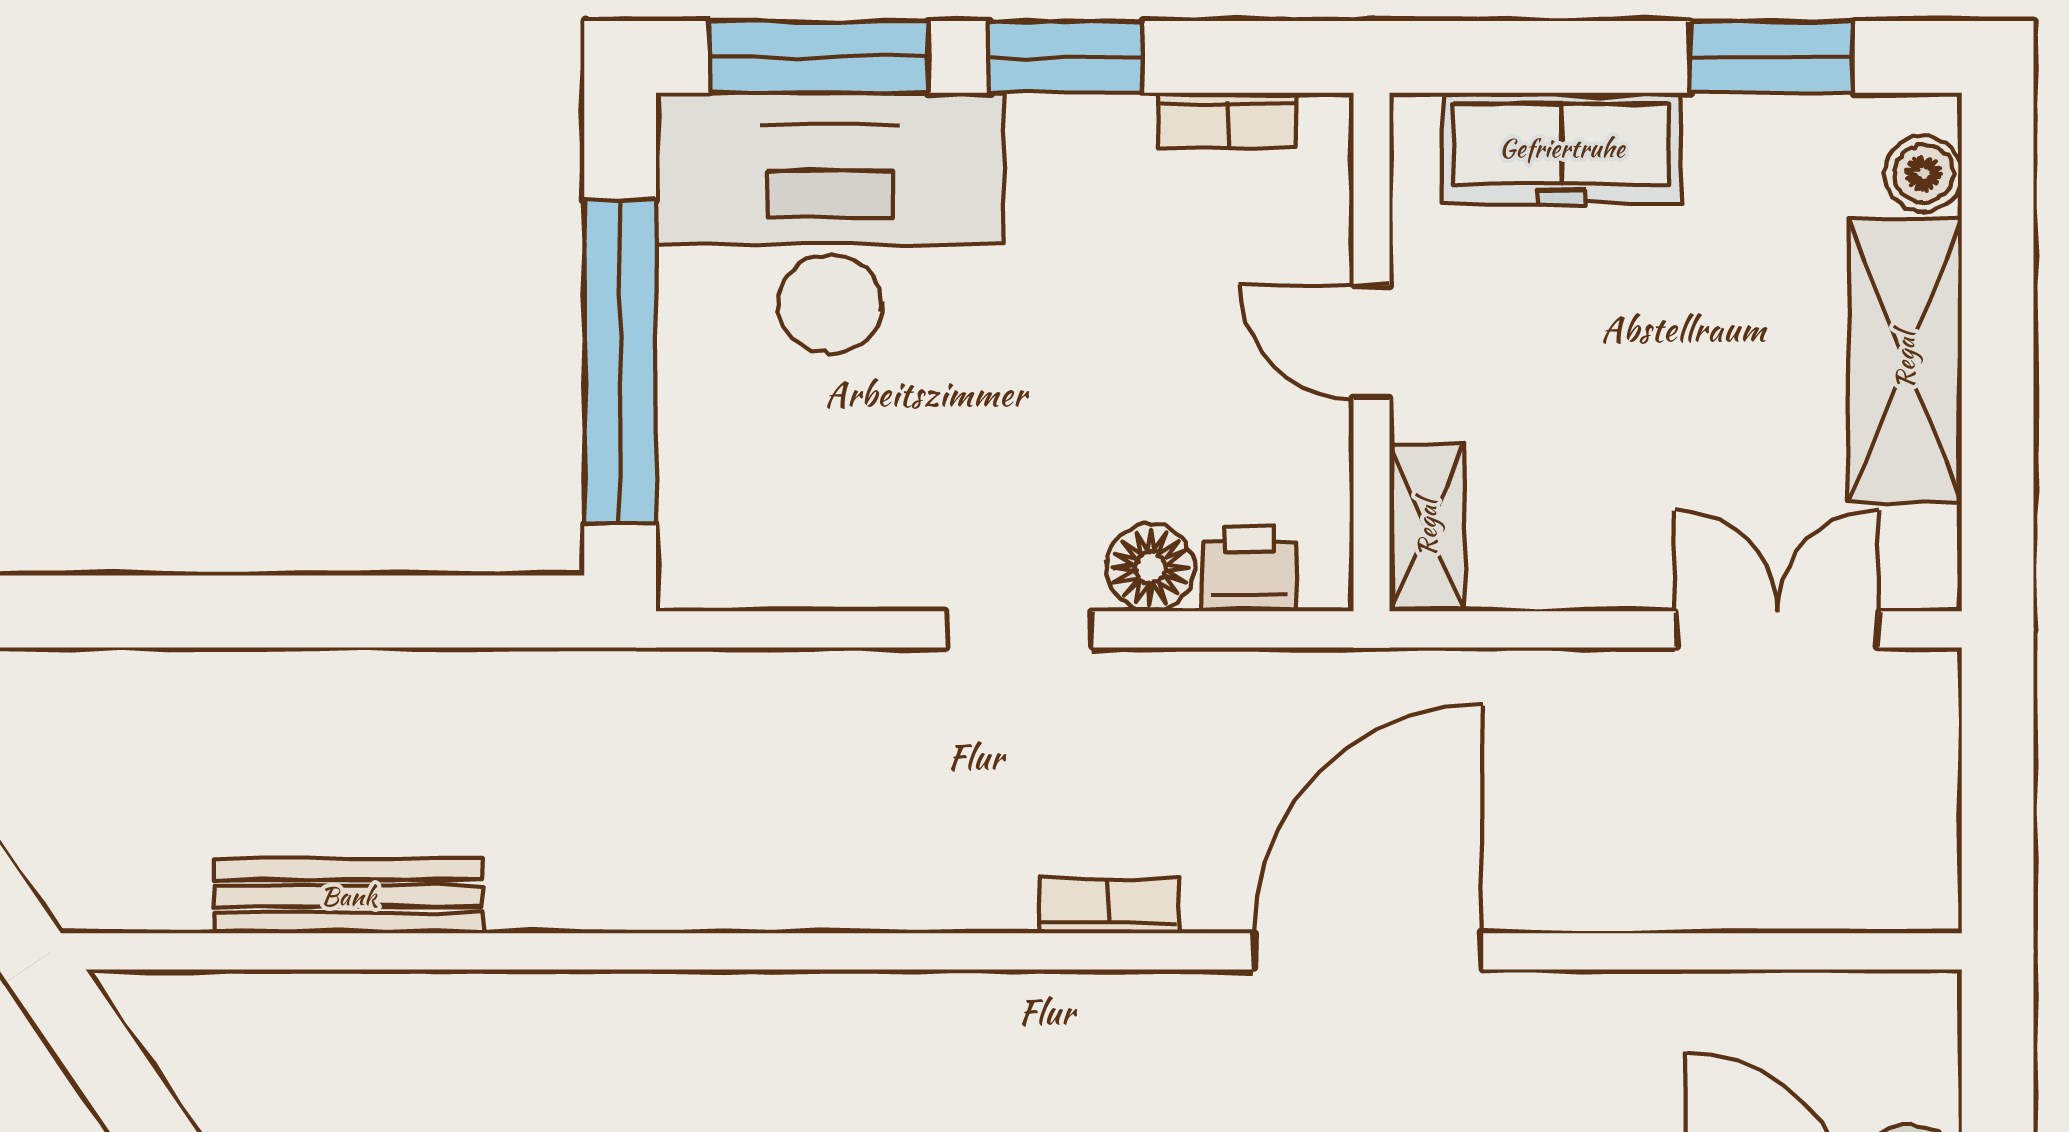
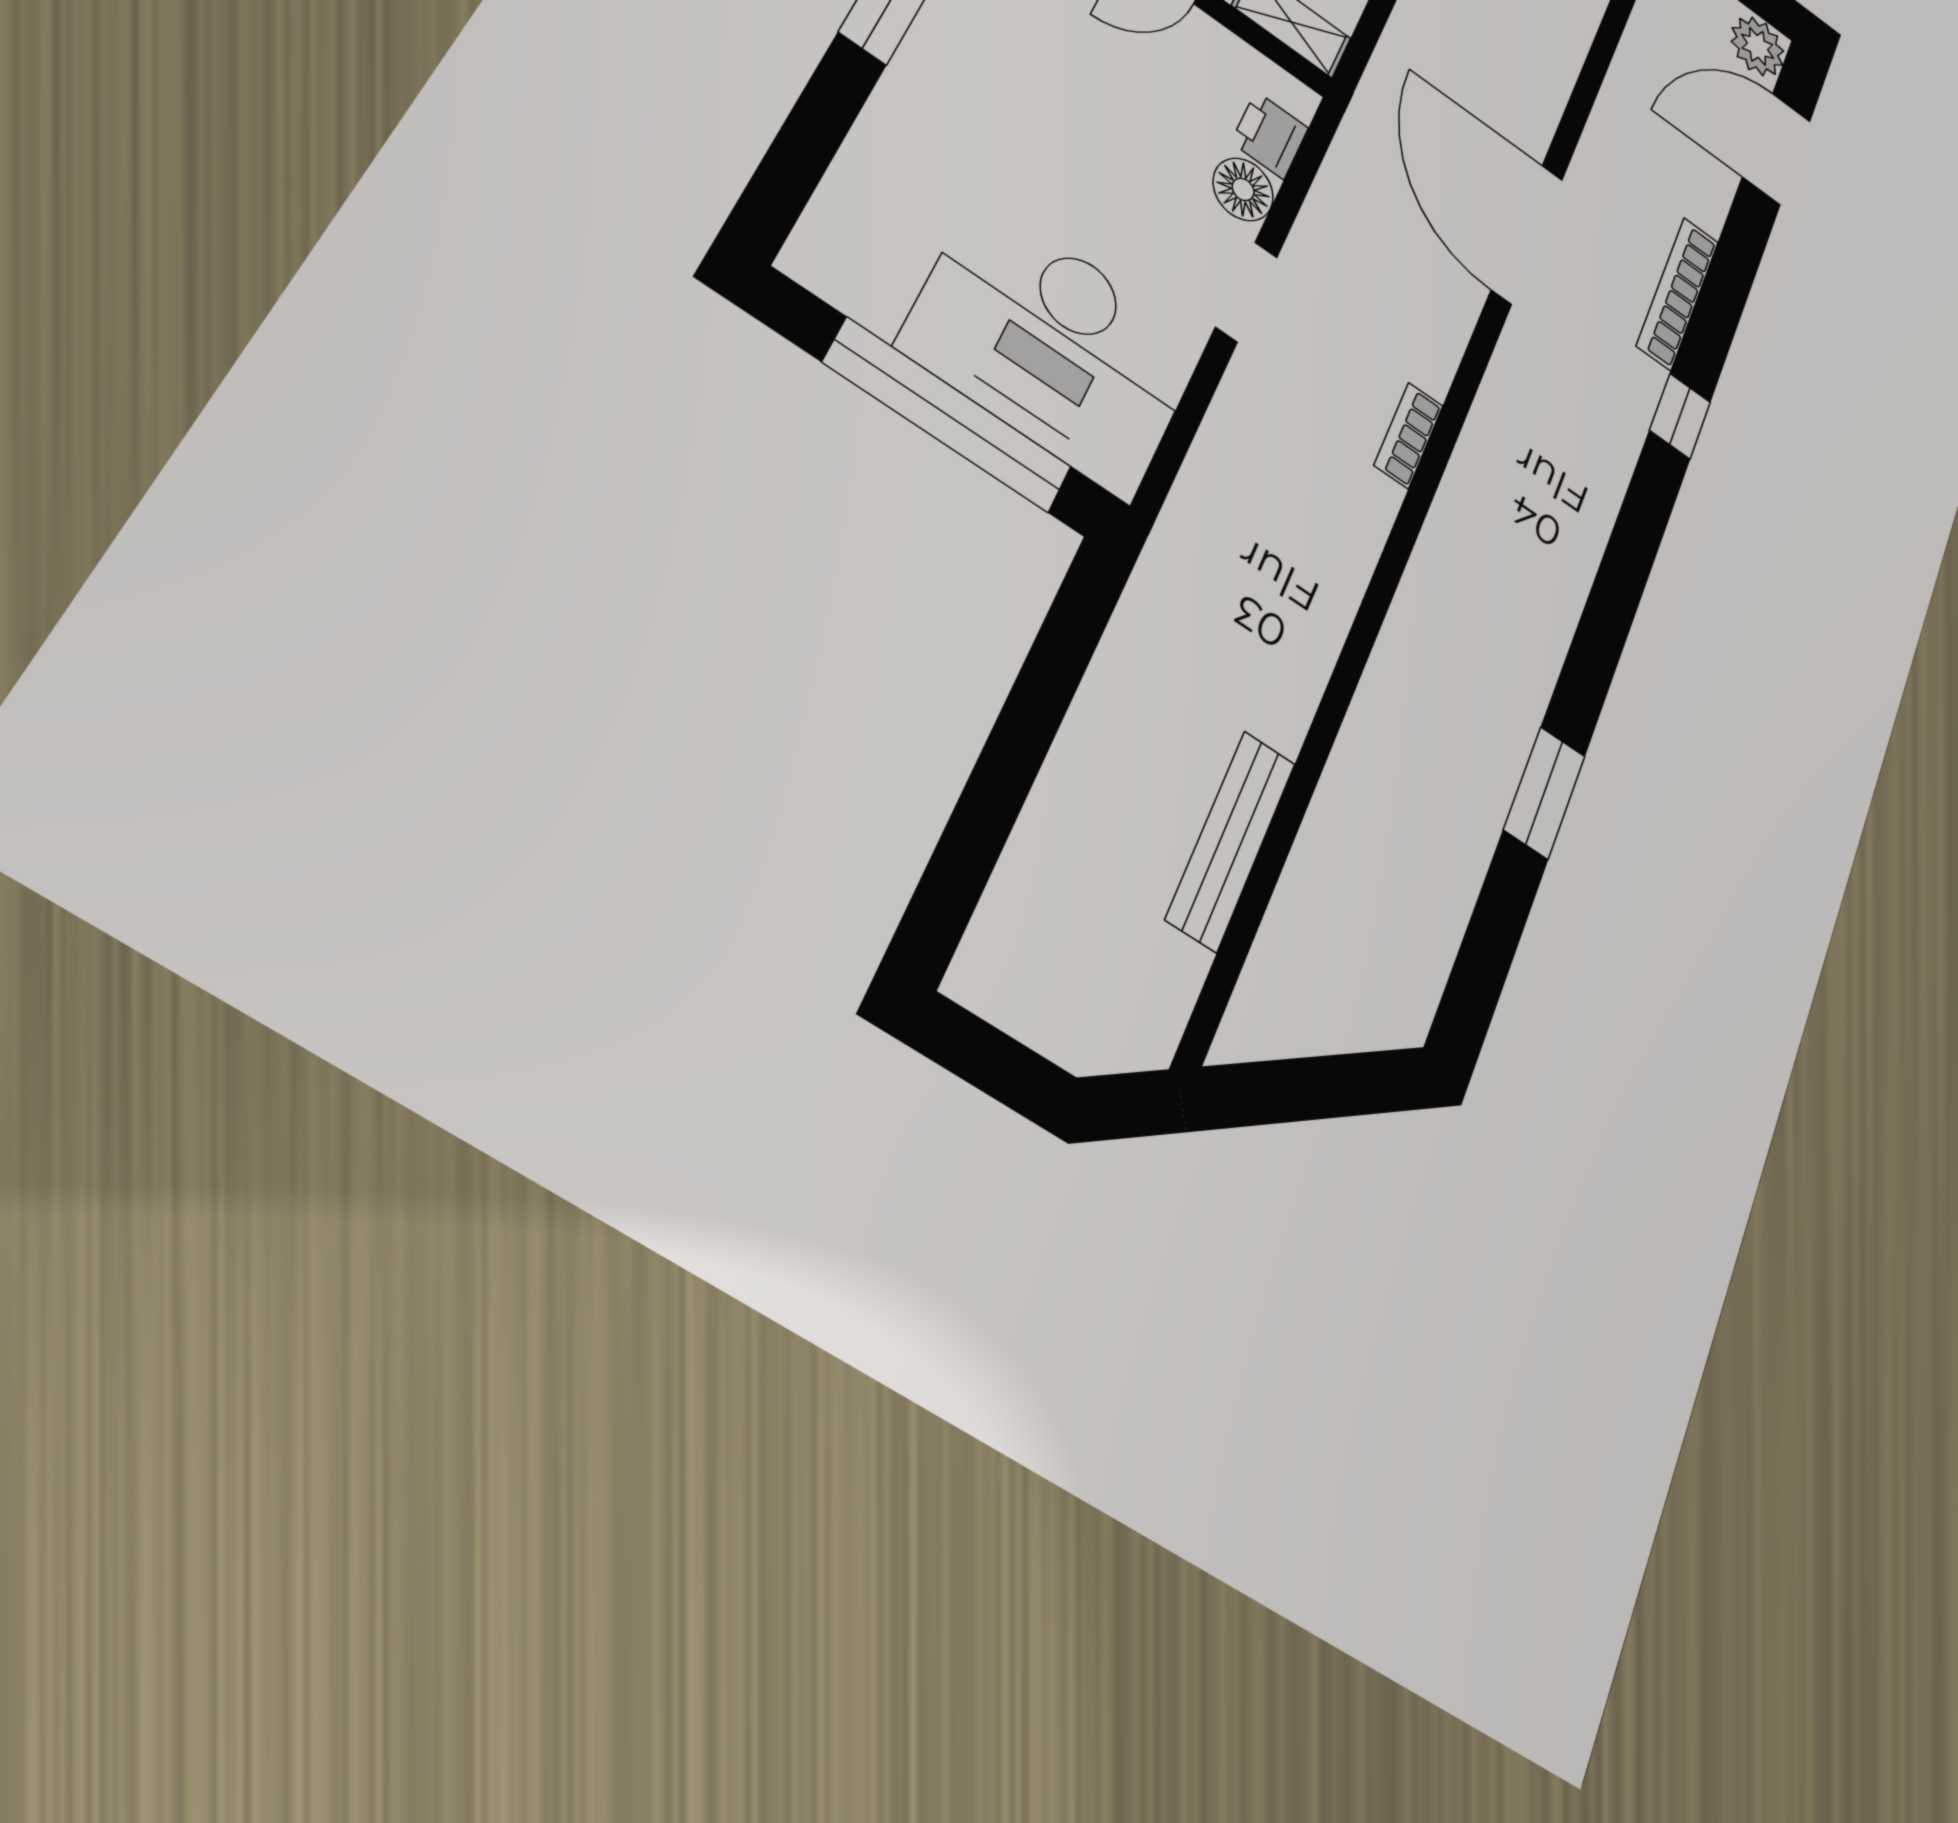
window: (819, 57) -> (804, 149), removed
desk: (830, 223) -> (1053, 345), moved, turned -90
bookcase: (1109, 906) -> (1408, 435), moved

